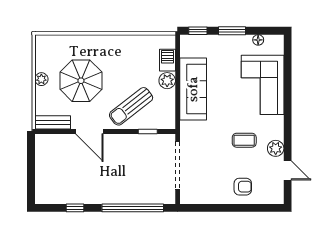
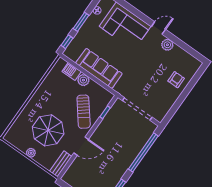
coffee table: (244, 140) -> (150, 60), removed
door: (288, 171) -> (158, 28), moved

